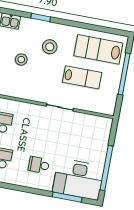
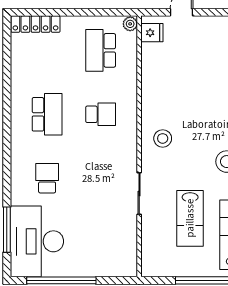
stool: (21, 60) -> (163, 138), moved

